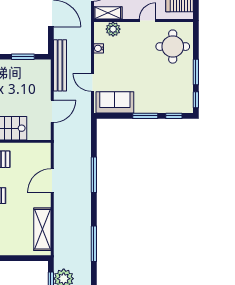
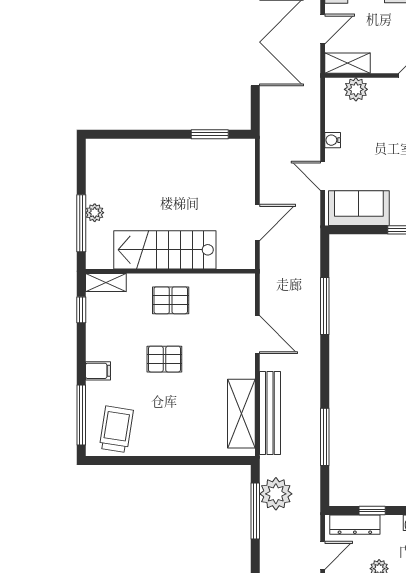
water cooler: (99, 48) -> (333, 140), moved
bench: (60, 65) -> (270, 413), moved
window: (94, 175) -> (325, 306), moved
door: (52, 181) -> (257, 335), swing flipped

